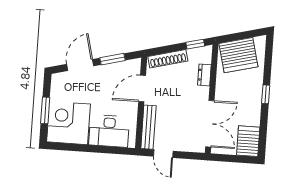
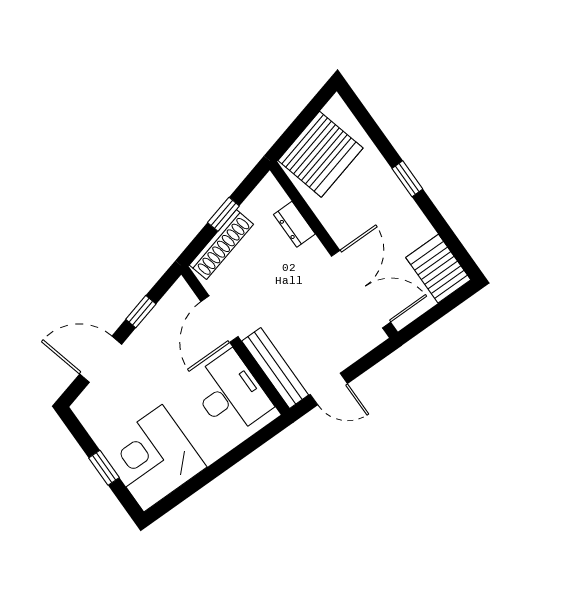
window: (195, 44) -> (223, 214), moved
window: (113, 59) -> (141, 312), width x0.67
door: (80, 65) -> (101, 359), hinge flipped
window: (45, 110) -> (104, 468), width x0.67
desk: (109, 131) -> (230, 394), moved, turned -90

